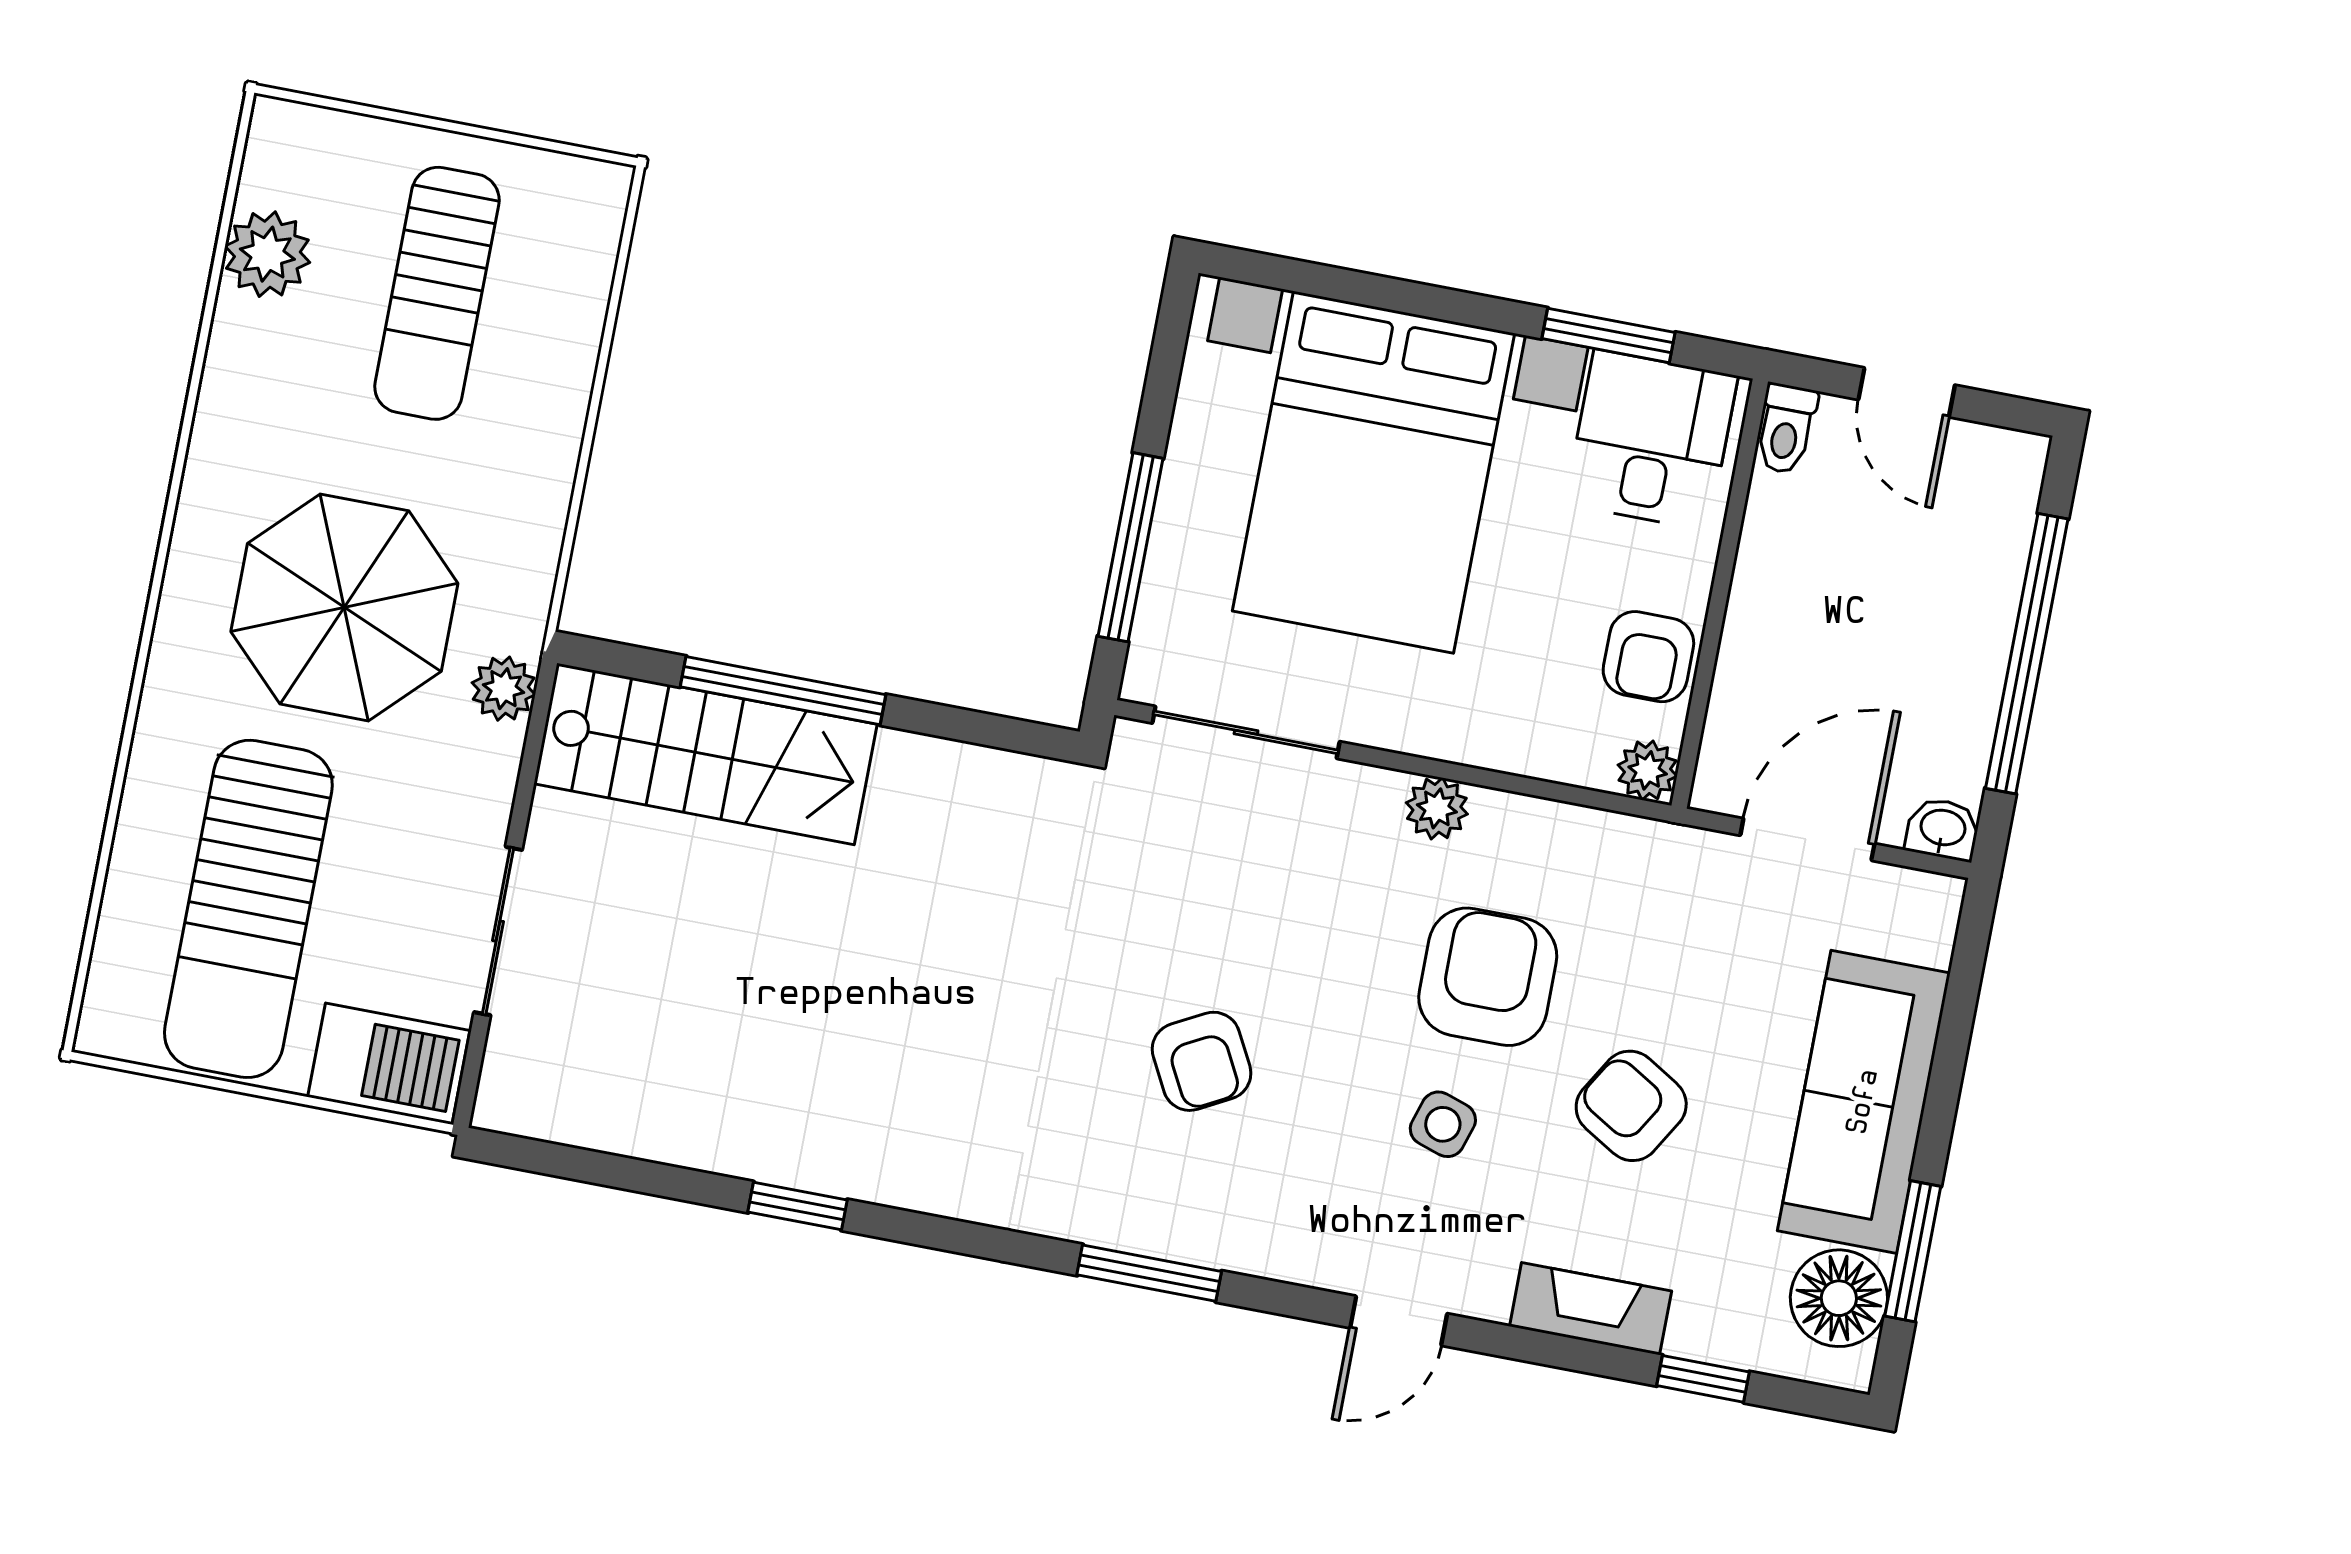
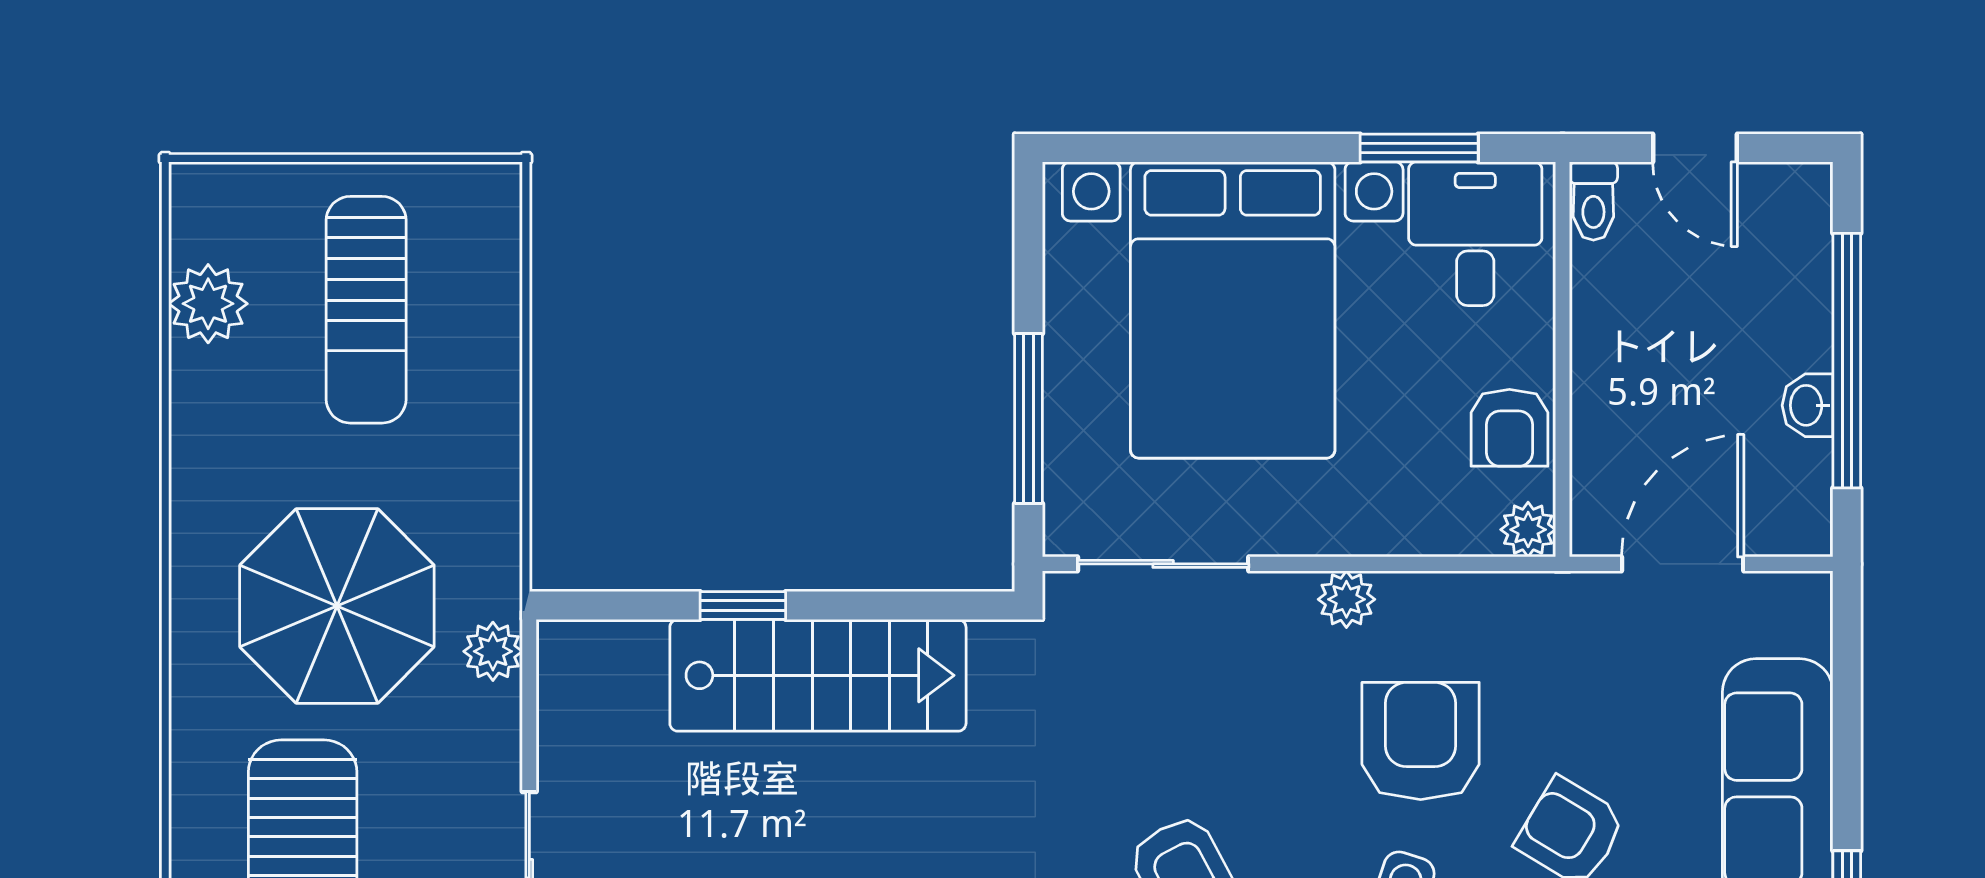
window: (783, 691) -> (743, 606), width x0.46
stairs: (706, 754) -> (818, 675), moved
washbasin: (1943, 829) -> (1808, 405), moved, turned -90

